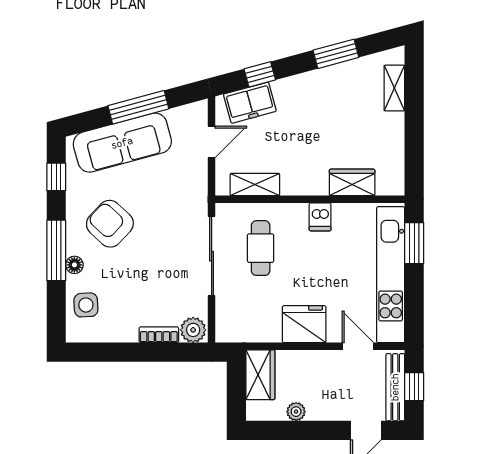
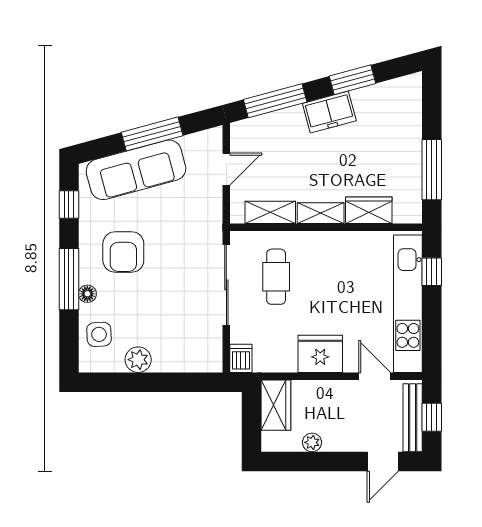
window: (260, 74) -> (275, 101), width x2.17
shelving: (394, 88) -> (321, 213), moved, turned 90
freezer: (250, 103) -> (329, 112), moved
window: (414, 142) -> (432, 170), added
dishwasher: (320, 217) -> (241, 358), moved, turned 180
armchair: (110, 224) -> (123, 252), turned -133
window: (414, 243) -> (432, 272), width x0.67
plant: (193, 330) -> (138, 360), moved
bookcase: (159, 335) -> (173, 365), removed

